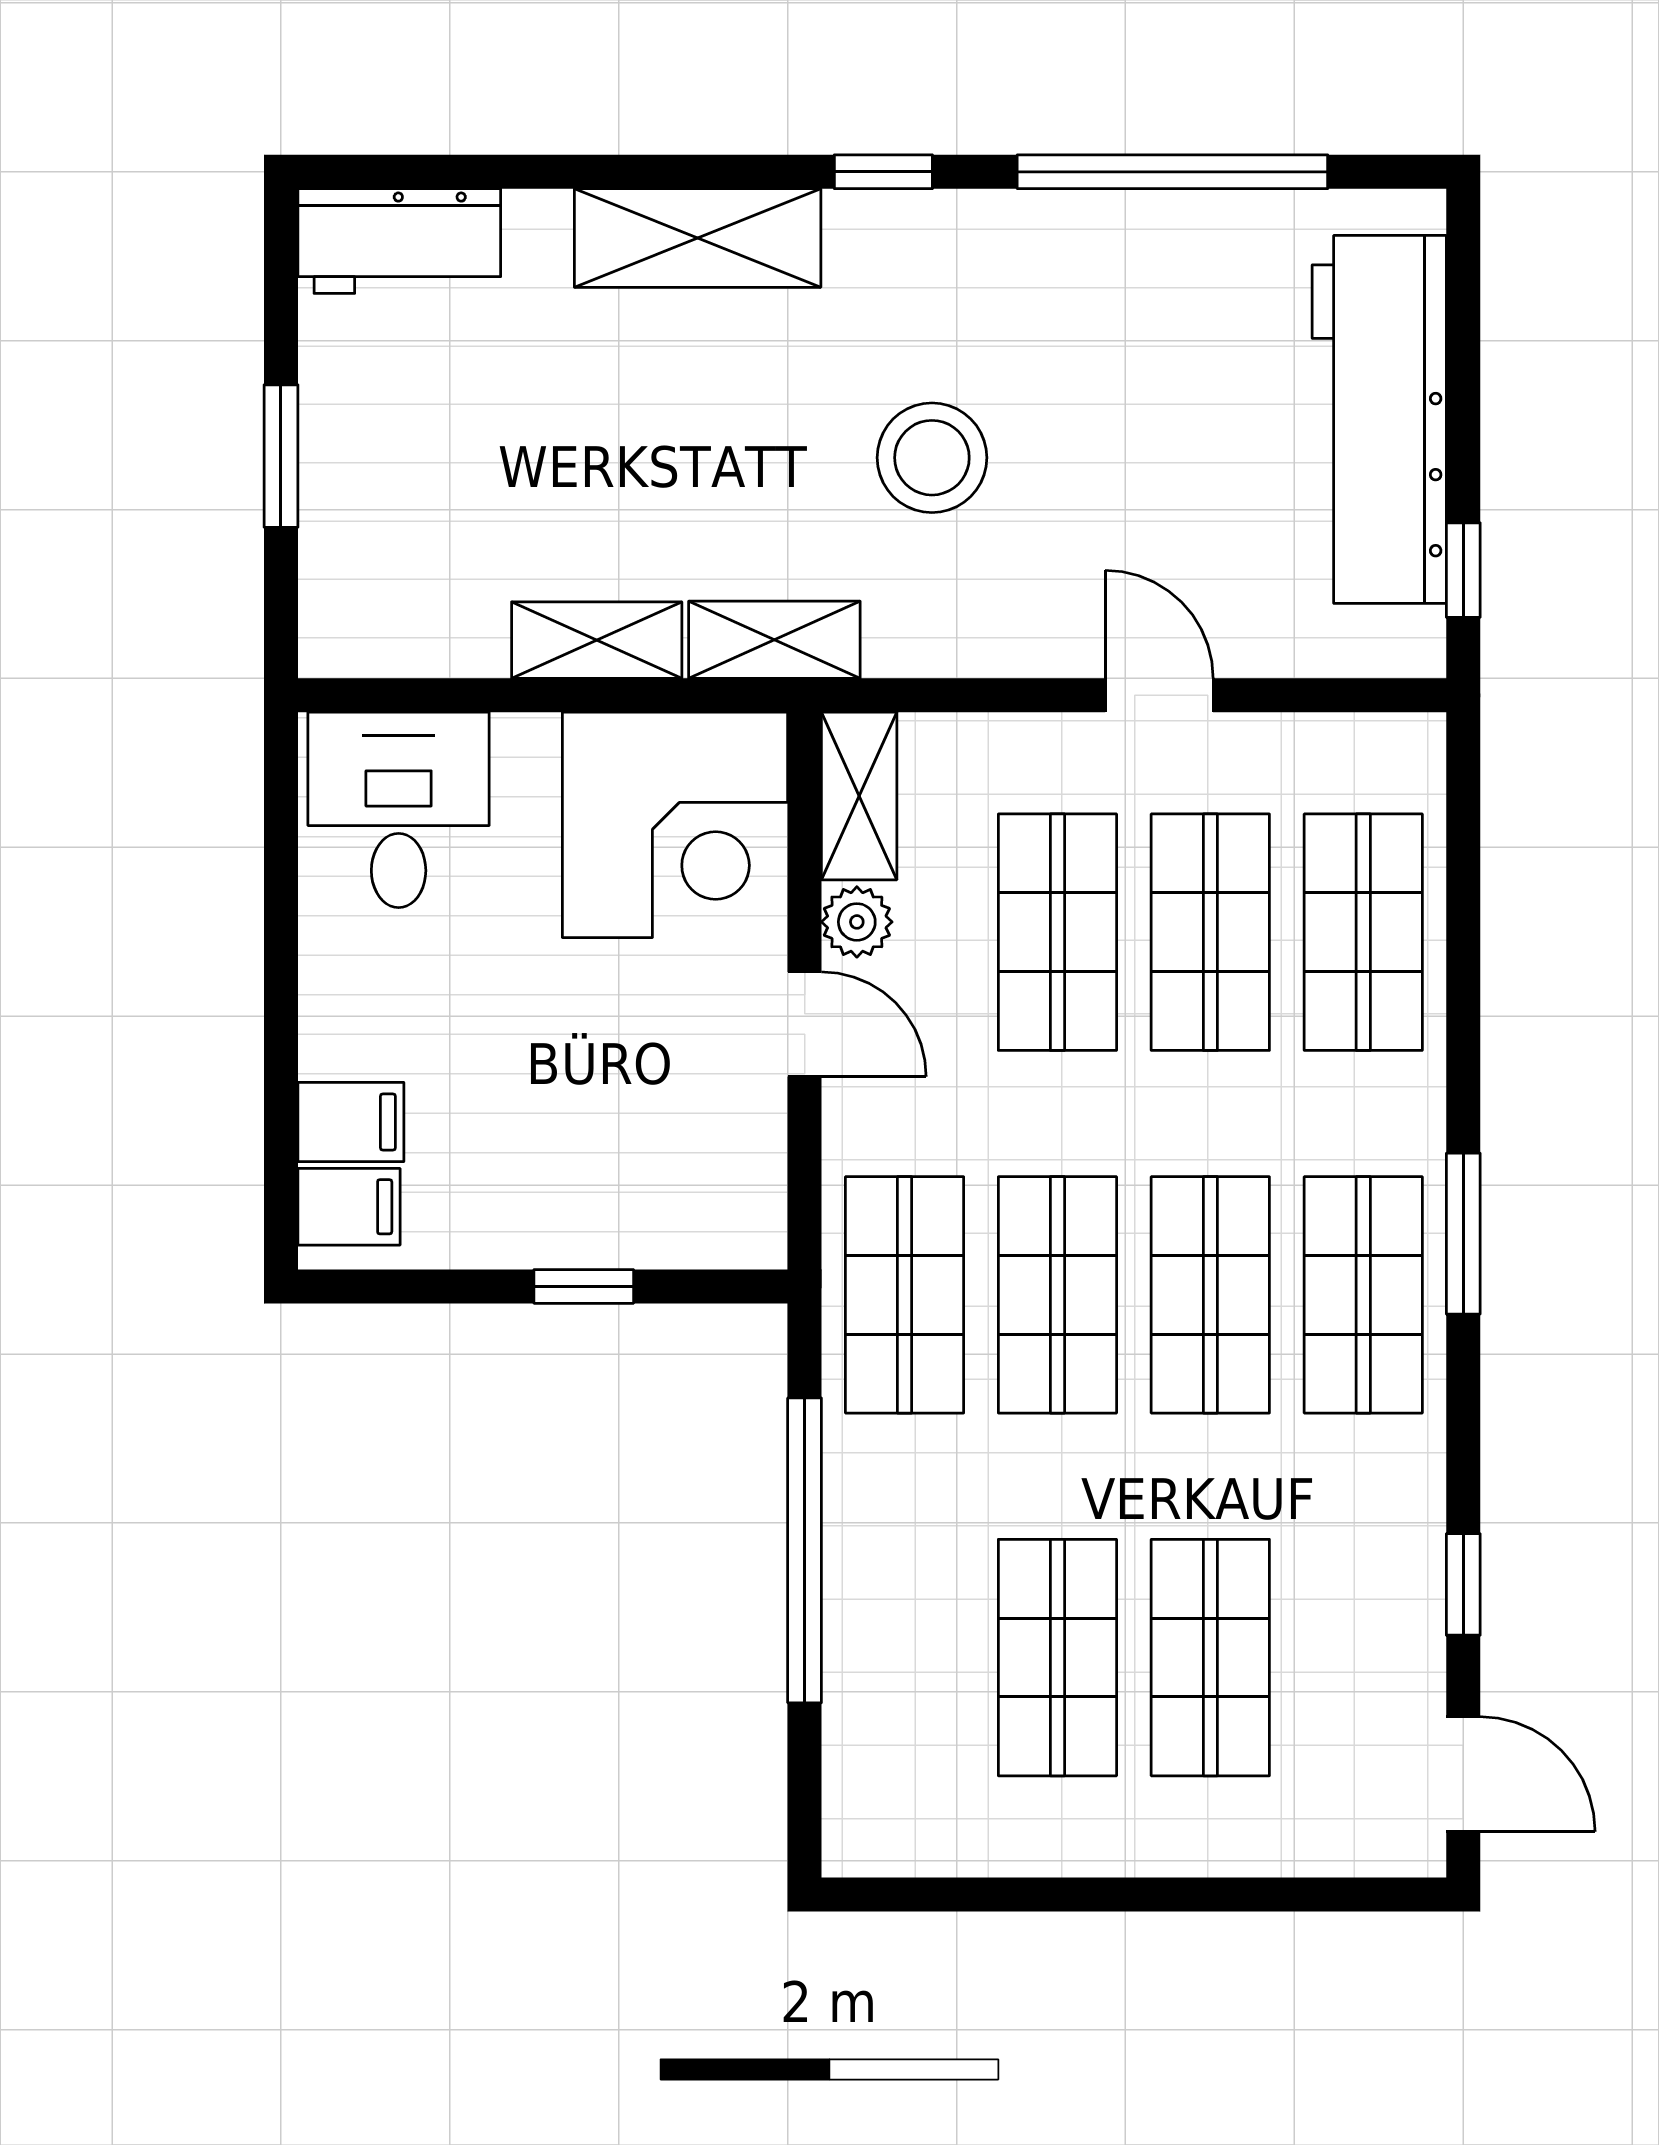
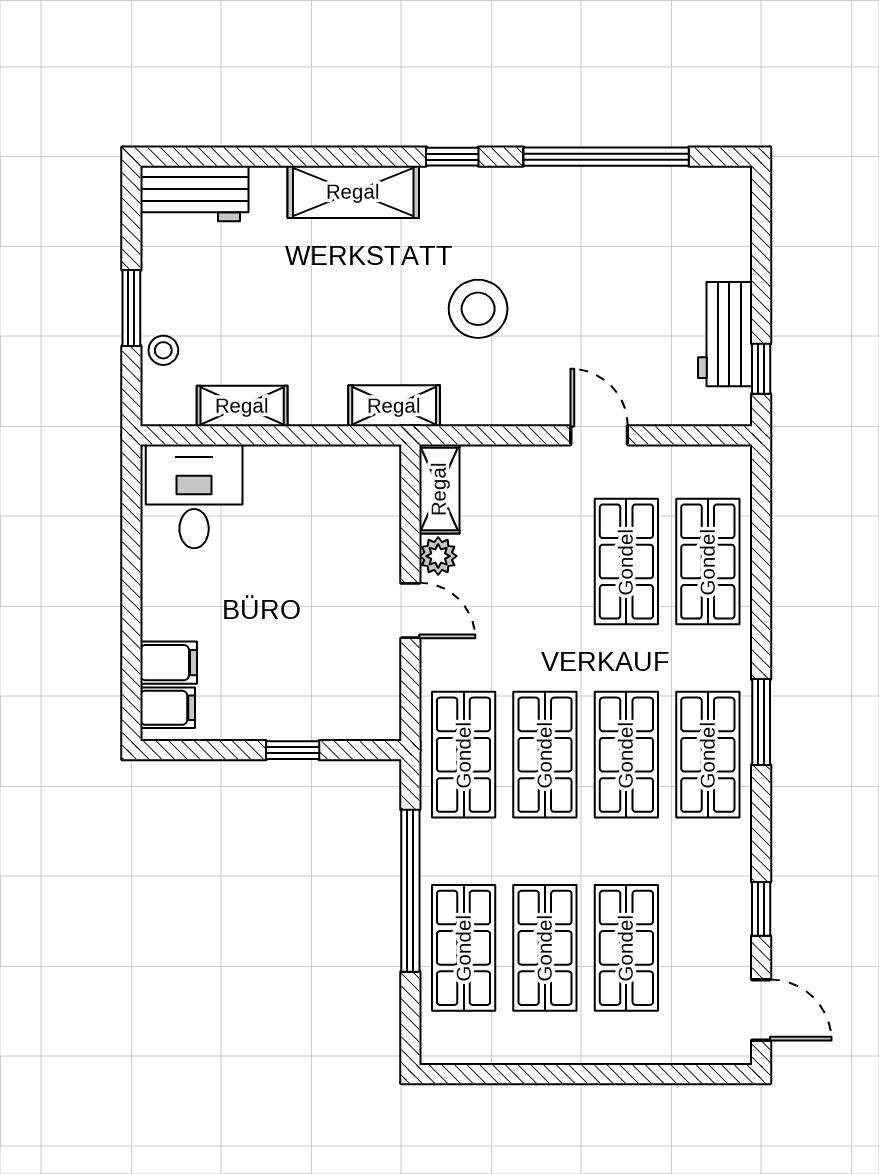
workbench: (1379, 419) -> (725, 334), width x0.53, depth x0.76
stool: (341, 536) -> (163, 350), added
shelving: (597, 640) -> (242, 406), moved
corner desk: (675, 825) -> (341, 504), removed
shop shelf: (1057, 932) -> (464, 948), moved

